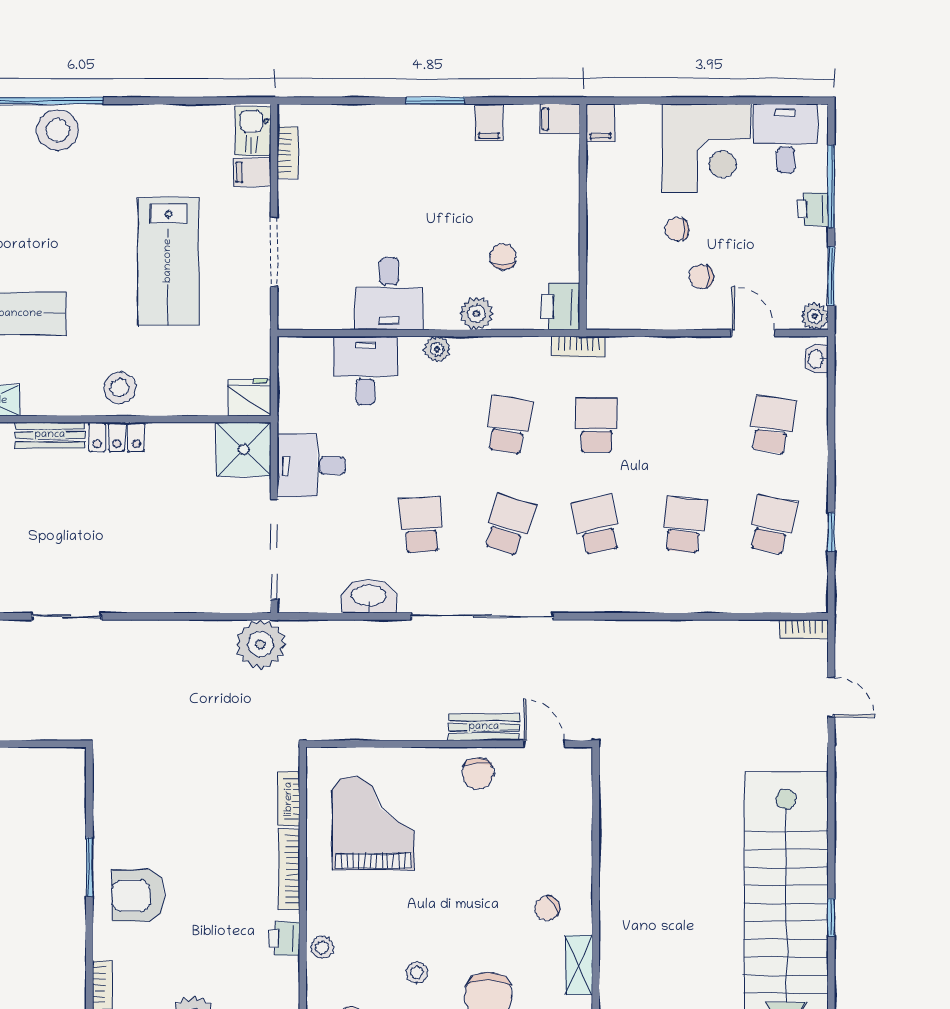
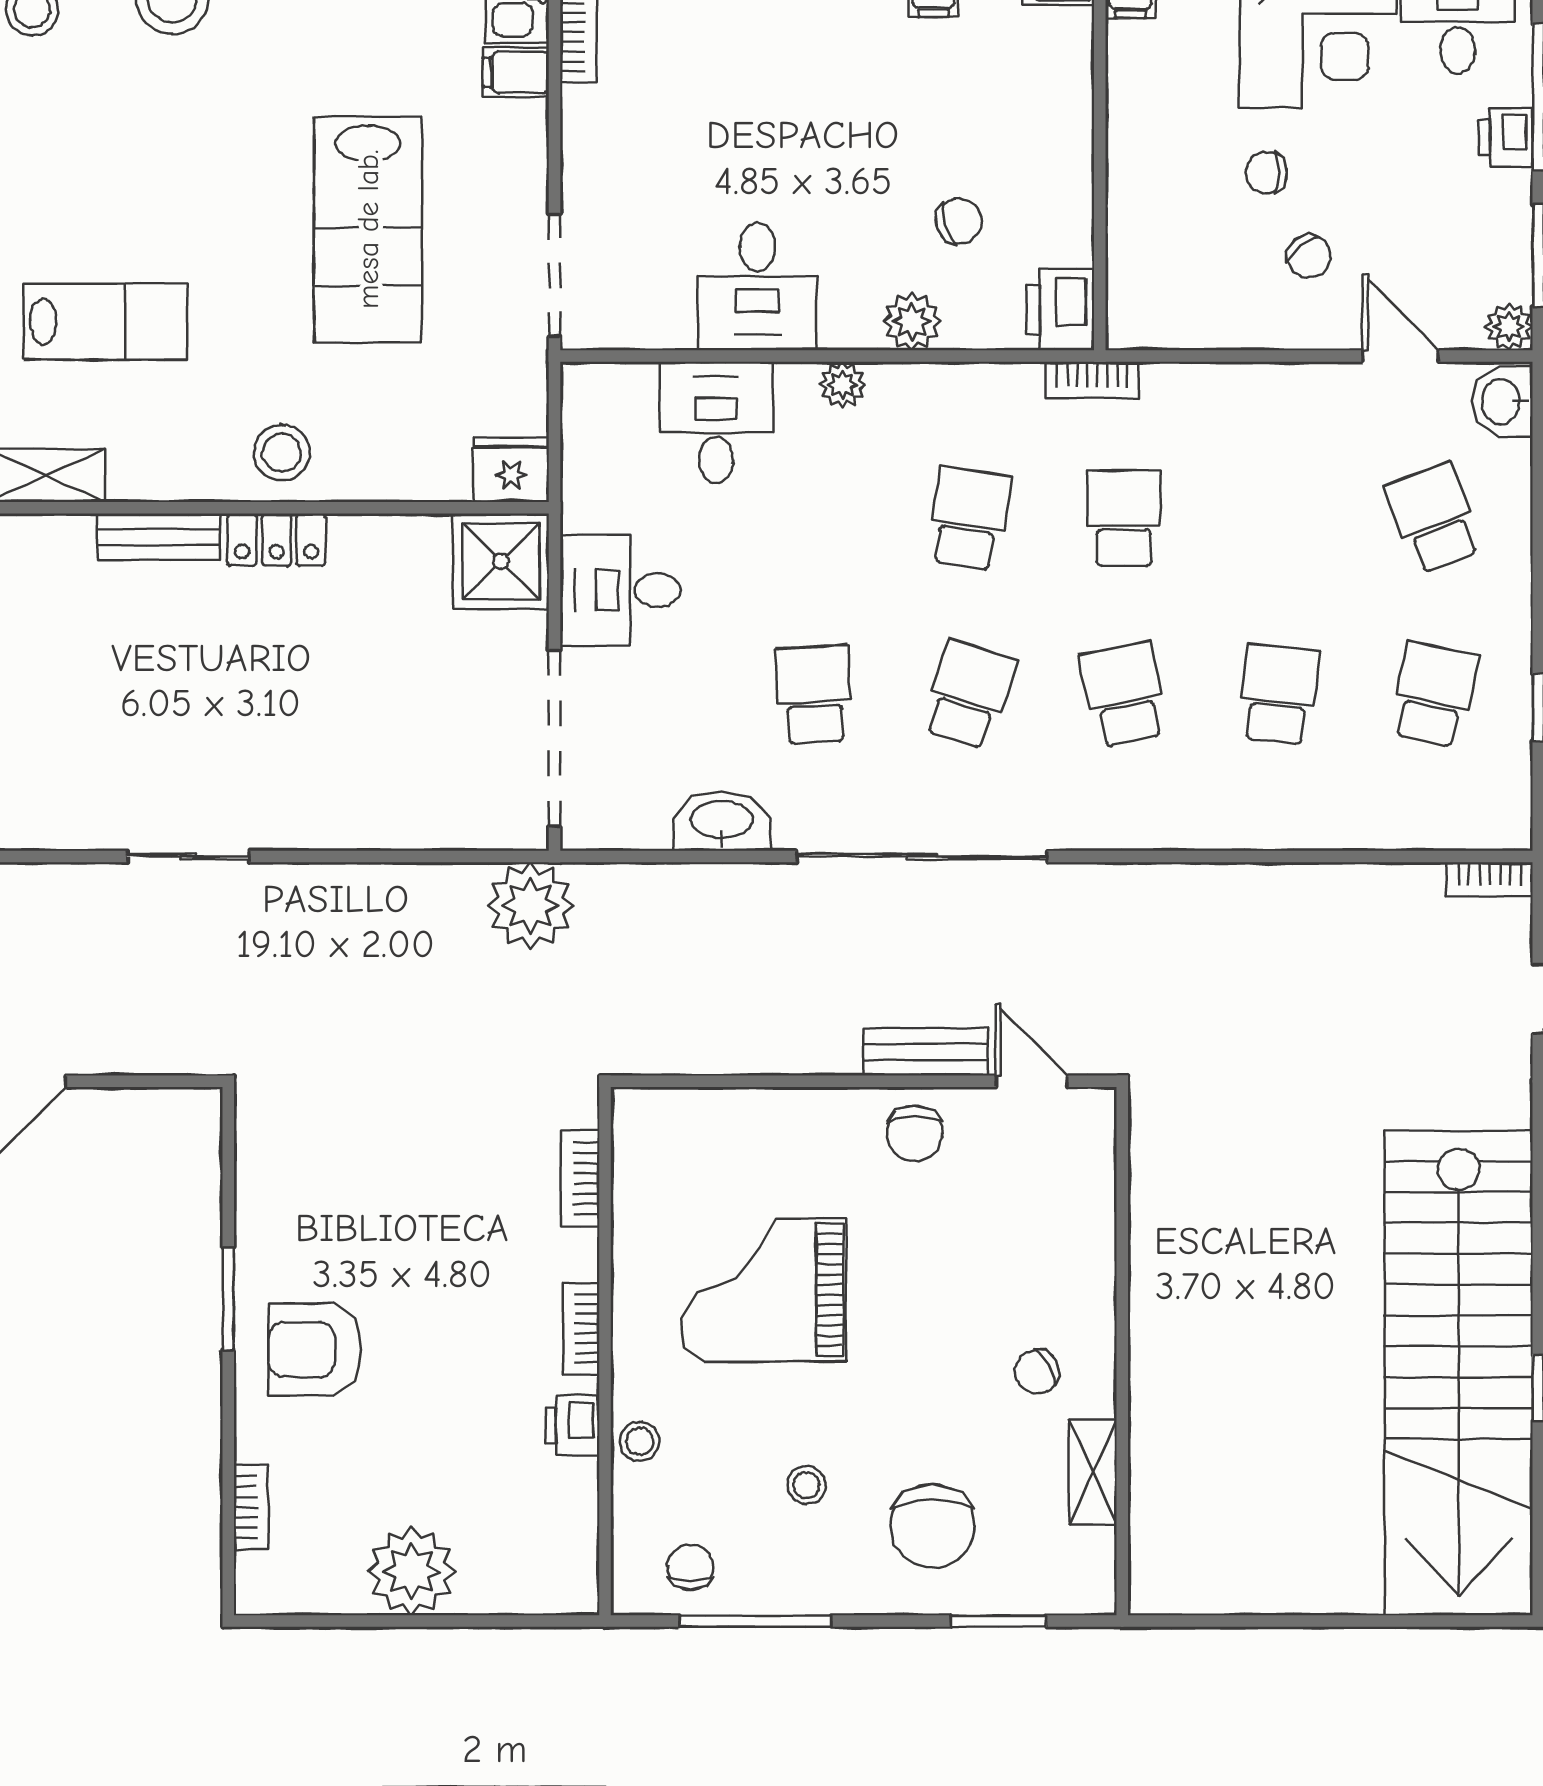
doorway: (274, 252) -> (554, 275), moved
chair: (503, 257) -> (959, 221), turned 73
chair: (701, 277) -> (1309, 256), turned -128
washbasin: (816, 359) -> (1503, 402), width x1.38, depth x1.45
school desk: (772, 425) -> (1434, 518), turned -30
grand piano: (373, 823) -> (763, 1290), moved, turned -90
bookcase: (289, 869) -> (581, 1329), width x0.64

